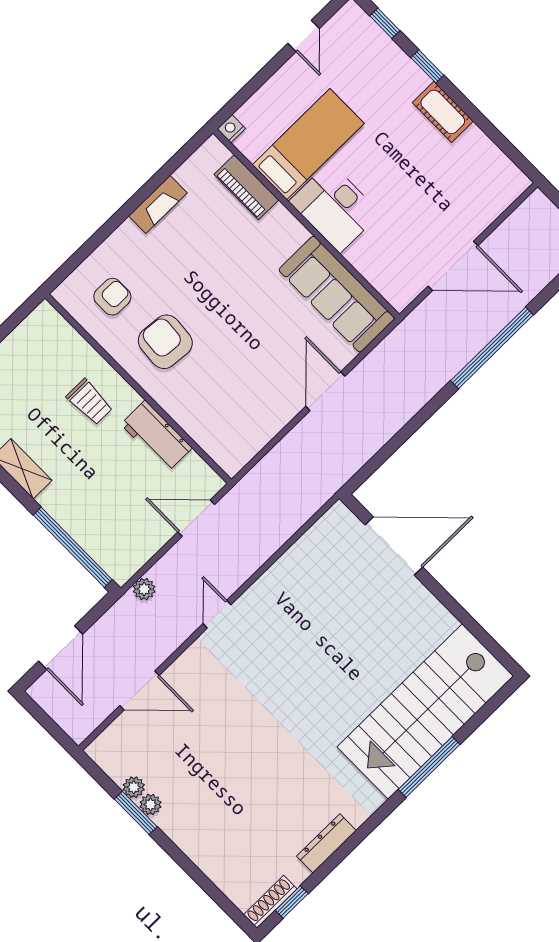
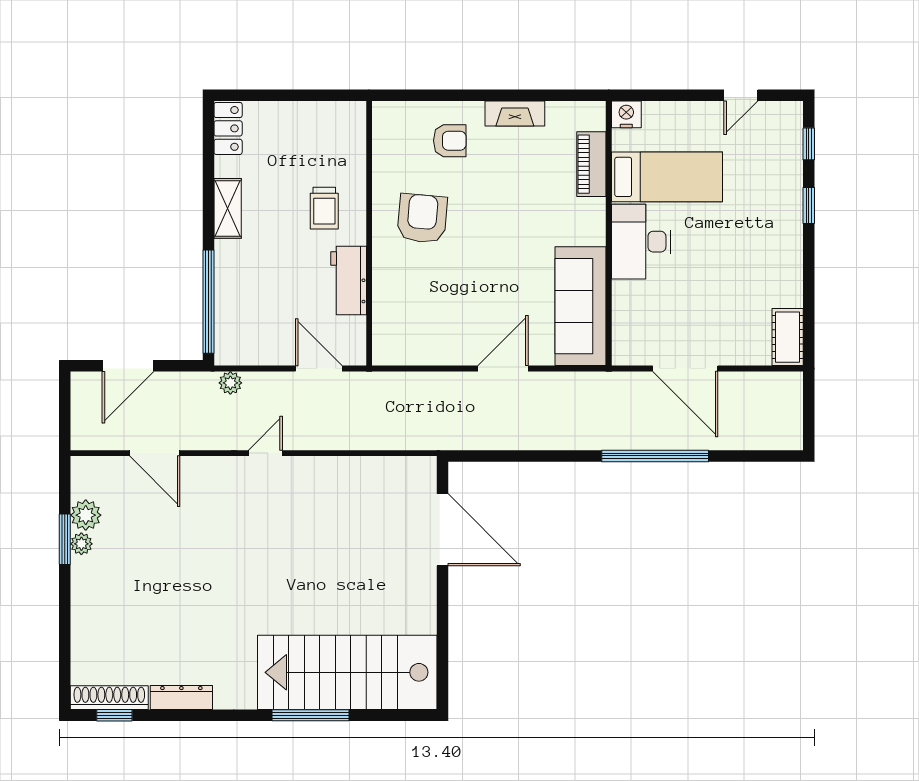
cot: (443, 112) -> (788, 337), moved
nightstand: (231, 129) -> (626, 114), width x1.39, depth x1.35
armchair: (112, 297) -> (450, 141), moved
plant: (134, 787) -> (86, 515), width x1.38, depth x1.38
shoe rack: (270, 902) -> (109, 698), width x1.36, depth x1.24

